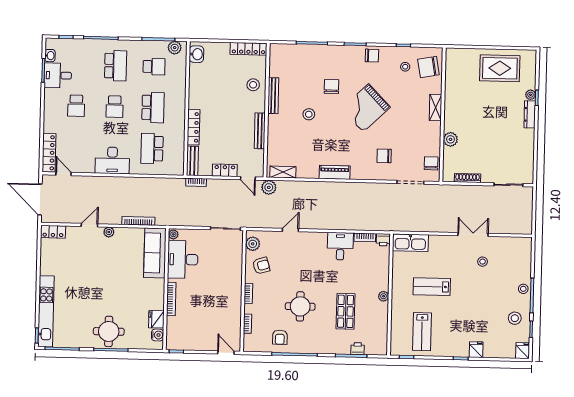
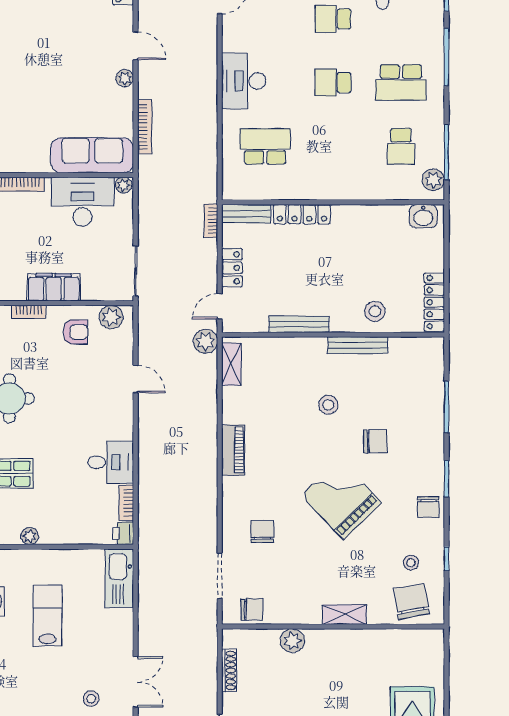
school desk: (153, 108) -> (333, 146), removed
armchair: (261, 266) -> (75, 332), turned -74
filing cabinet: (234, 278) -> (54, 287), added

